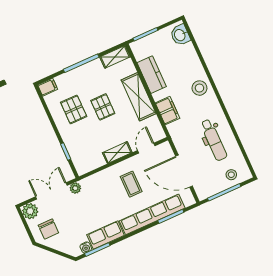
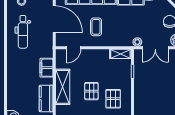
stool: (199, 88) -> (16, 73), removed
dental chair: (214, 140) -> (23, 32), turned 180
shelving: (117, 153) -> (120, 54), moved

